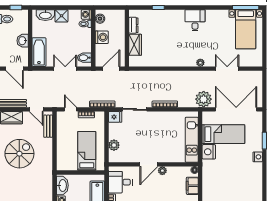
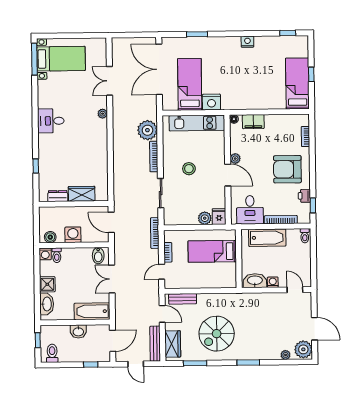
plant: (204, 99) -> (147, 130), moved
door: (36, 109) -> (162, 314), hinge flipped
fridge: (115, 117) -> (219, 217), moved
stool: (155, 133) -> (189, 169), added
spiral stairs: (19, 154) -> (217, 334), turned -90
nightstand: (258, 157) -> (247, 42), moved

